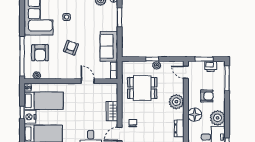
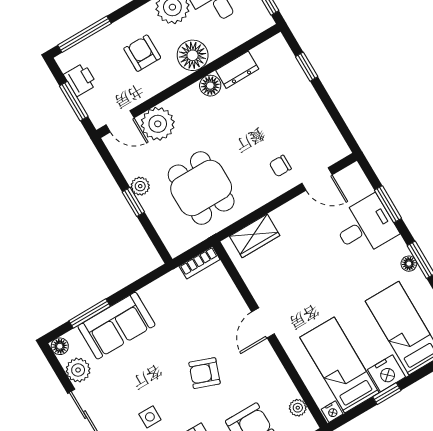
sofa: (109, 46) -> (116, 326), moved
door: (186, 72) -> (120, 121), hinge flipped
door: (88, 81) -> (263, 323), moved
plant: (176, 102) -> (158, 124), moved
wardrobe: (112, 111) -> (255, 236), moved
floor lamp: (179, 115) -> (210, 86), added

